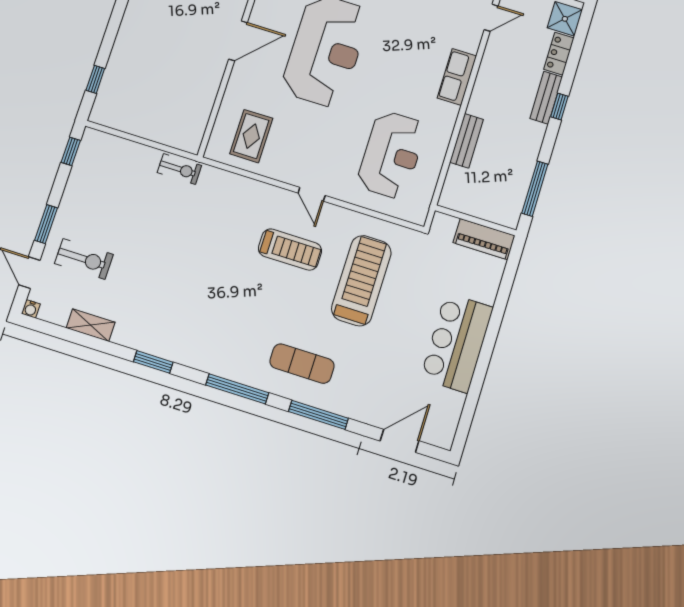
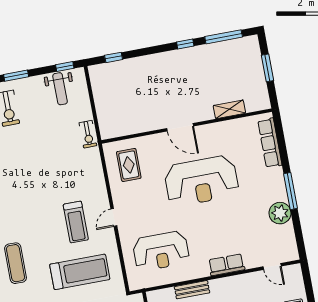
rug: (251, 136) -> (129, 165), turned 90
weight bench: (97, 174) -> (60, 89), added

